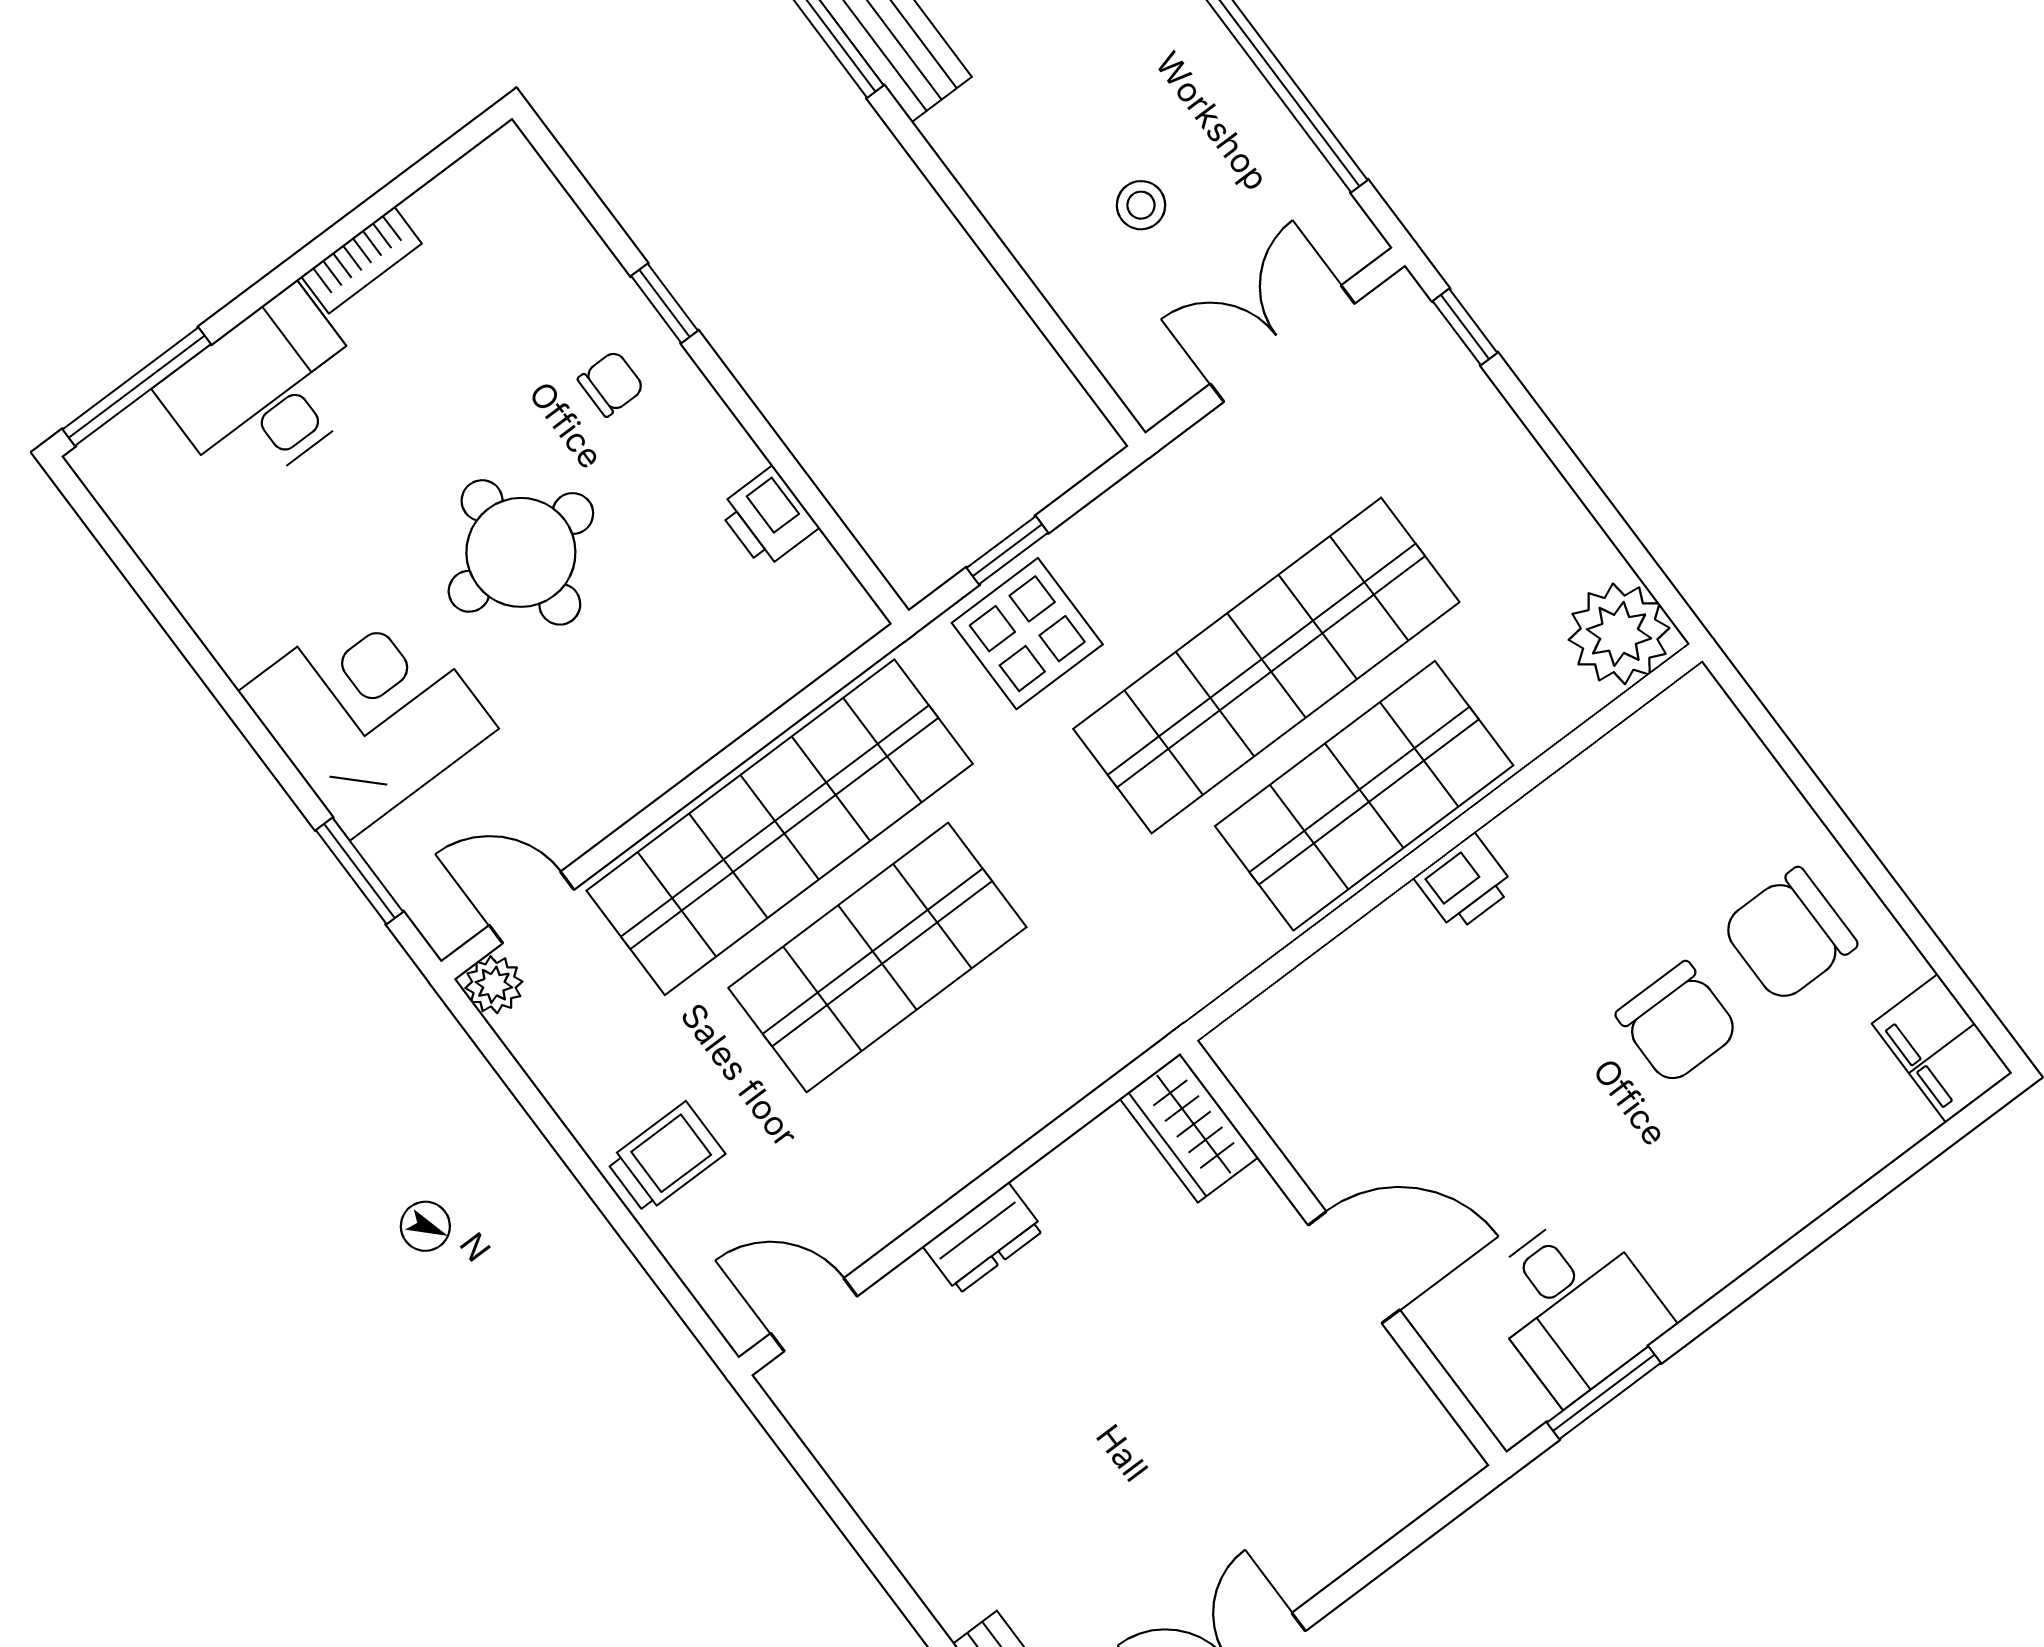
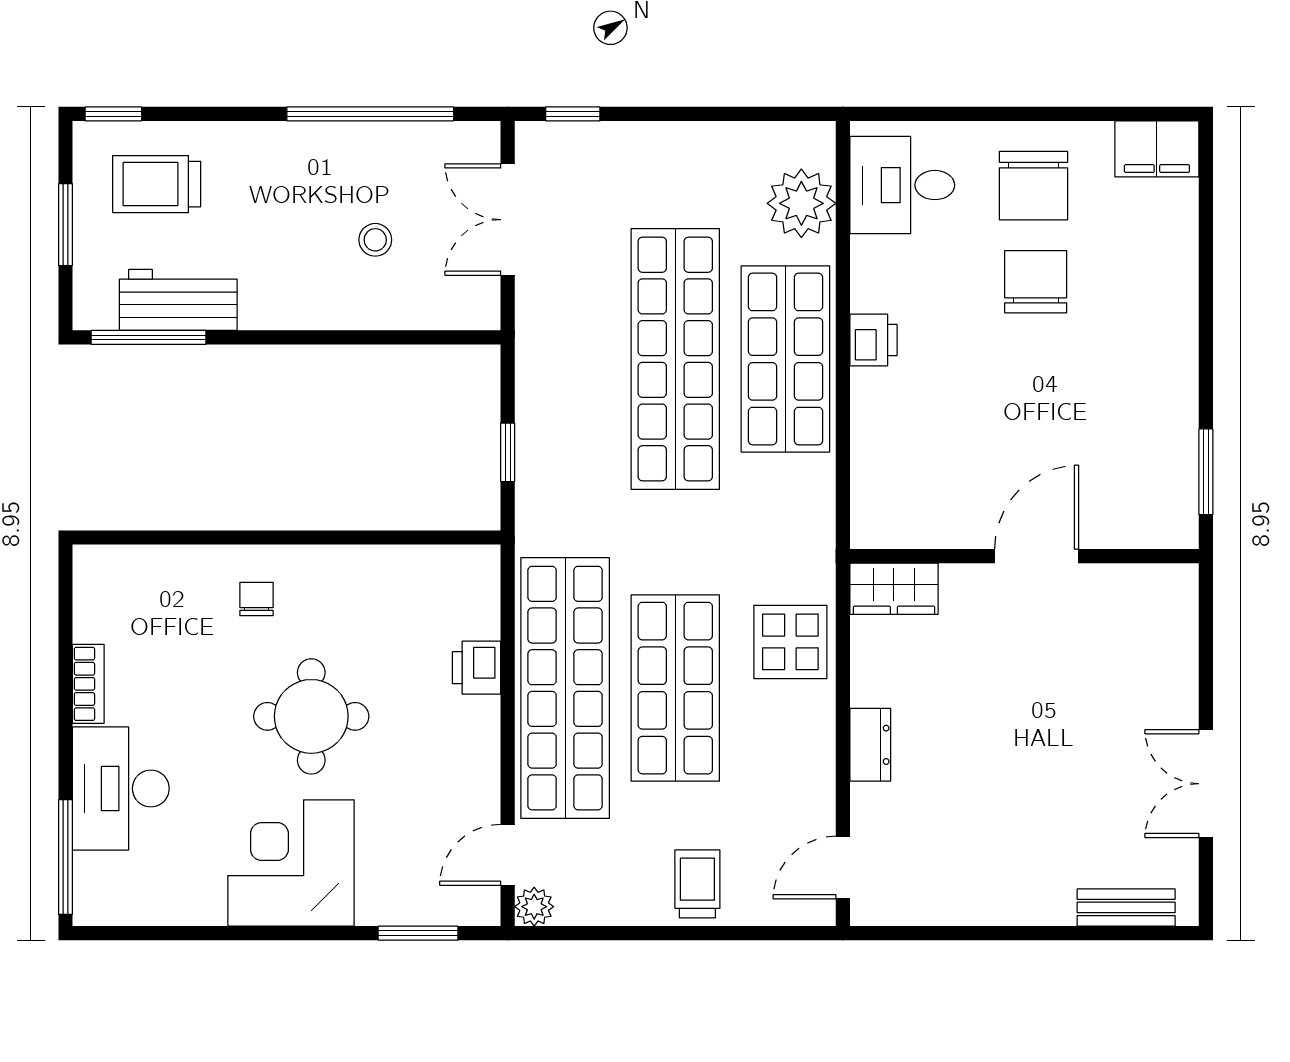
window: (665, 303) -> (235, 537), removed
printer: (768, 518) -> (477, 668), moved, turned 90
display table: (1027, 634) -> (790, 642), moved
plant: (1619, 634) -> (801, 203), moved
corner desk: (368, 710) -> (291, 863), moved
chair: (1678, 1023) -> (1036, 282), turned -90
desk: (1574, 1305) -> (902, 185), moved, turned 180

